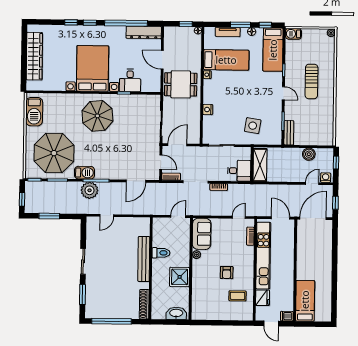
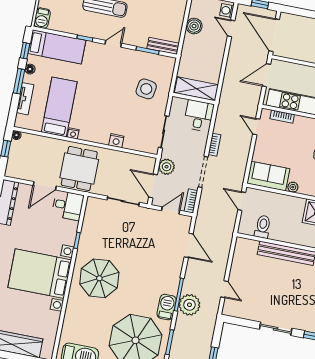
desk: (130, 80) -> (68, 205), moved
plant: (195, 153) -> (167, 167), added
toilet: (161, 253) -> (263, 227), moved

